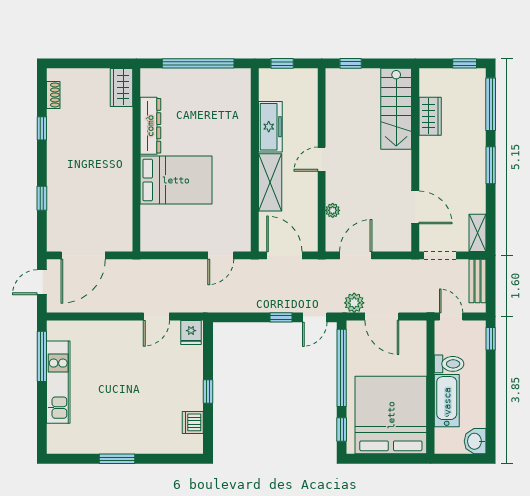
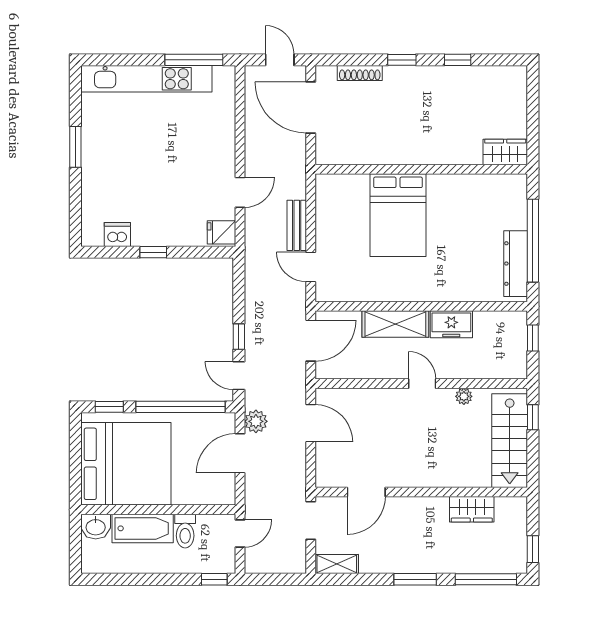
shoe rack: (53, 95) -> (360, 73), moved, width x1.43
stairs: (396, 109) -> (510, 441), moved, turned -90
dresser: (150, 126) -> (516, 264), moved, turned 90
freezer: (270, 127) -> (451, 324), width x0.71
window: (42, 198) -> (402, 60), moved
plant: (333, 210) -> (464, 396), moved
bench: (478, 281) -> (297, 225), moved, turned 90
door: (156, 316) -> (240, 192), swing flipped
kitchen unit: (58, 382) -> (147, 79), width x1.36
washbasin: (475, 441) -> (96, 527), moved, turned 180

